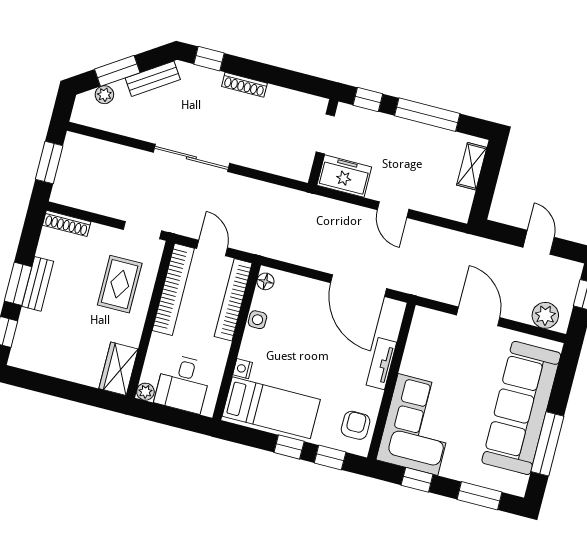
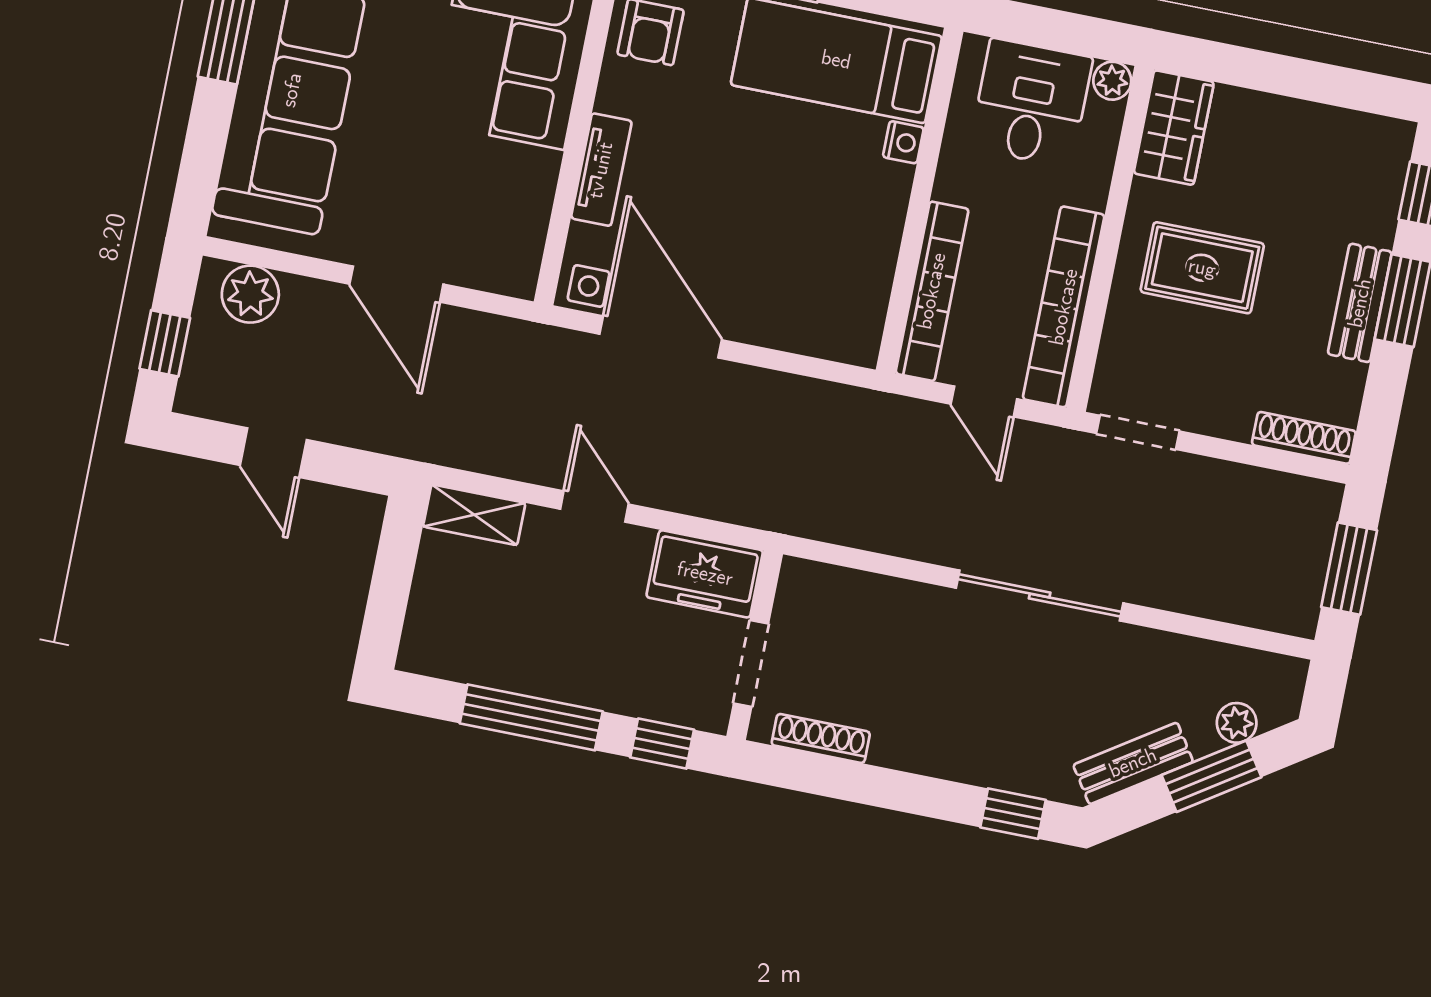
shoe rack: (244, 85) -> (821, 738), moved
shelving: (472, 166) -> (474, 515), moved, turned 90
floor lamp: (265, 281) -> (864, 335), removed
rug: (120, 284) -> (1202, 268), moved, turned 90
side table: (257, 320) -> (589, 286), moved

